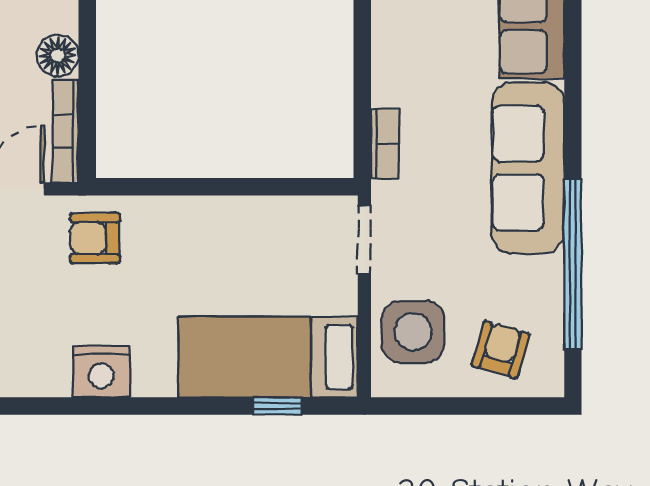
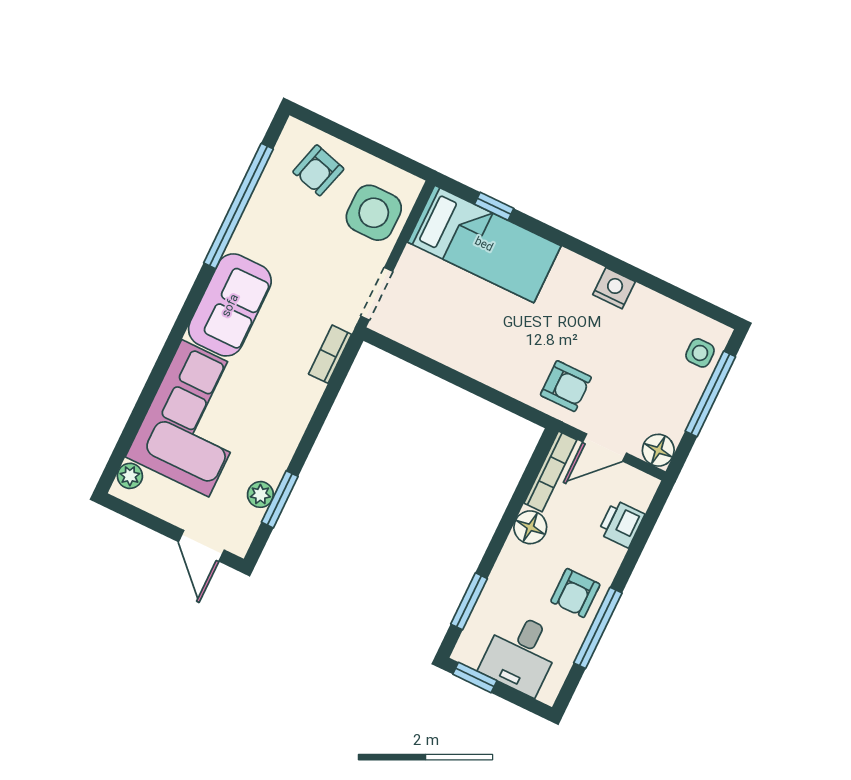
sofa: (528, 168) -> (230, 305), width x0.73
nightstand: (101, 372) -> (614, 288), width x0.74, depth x0.75

